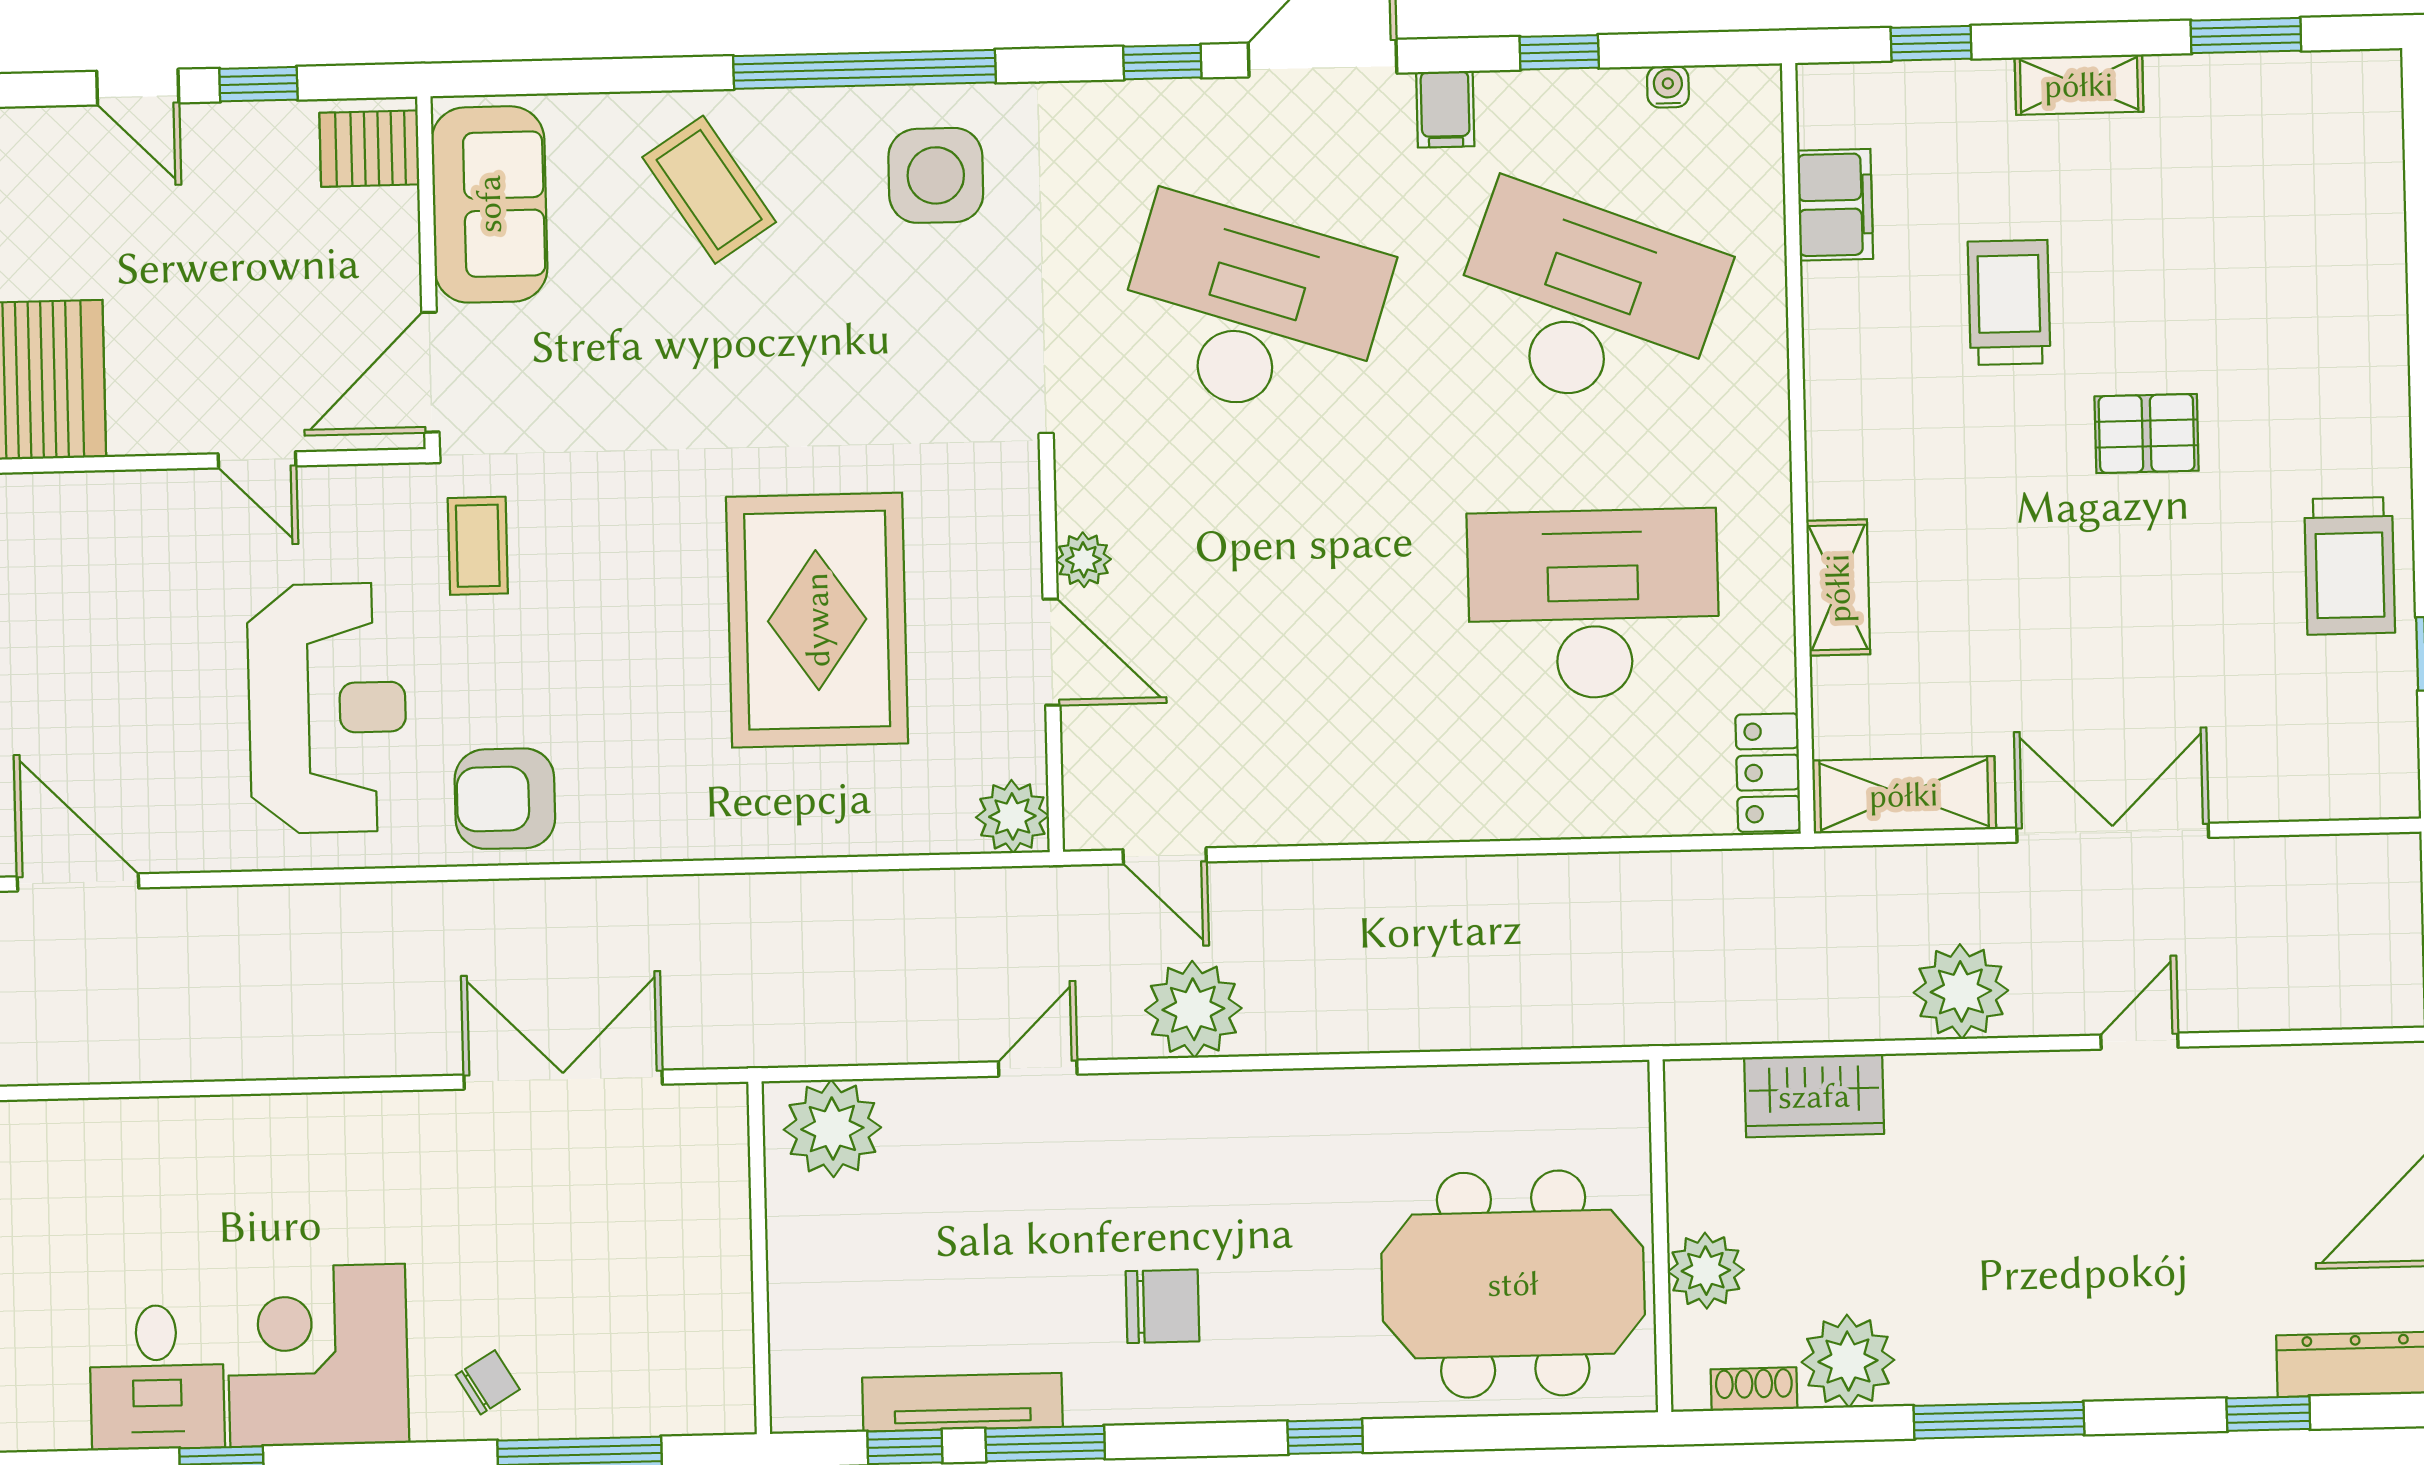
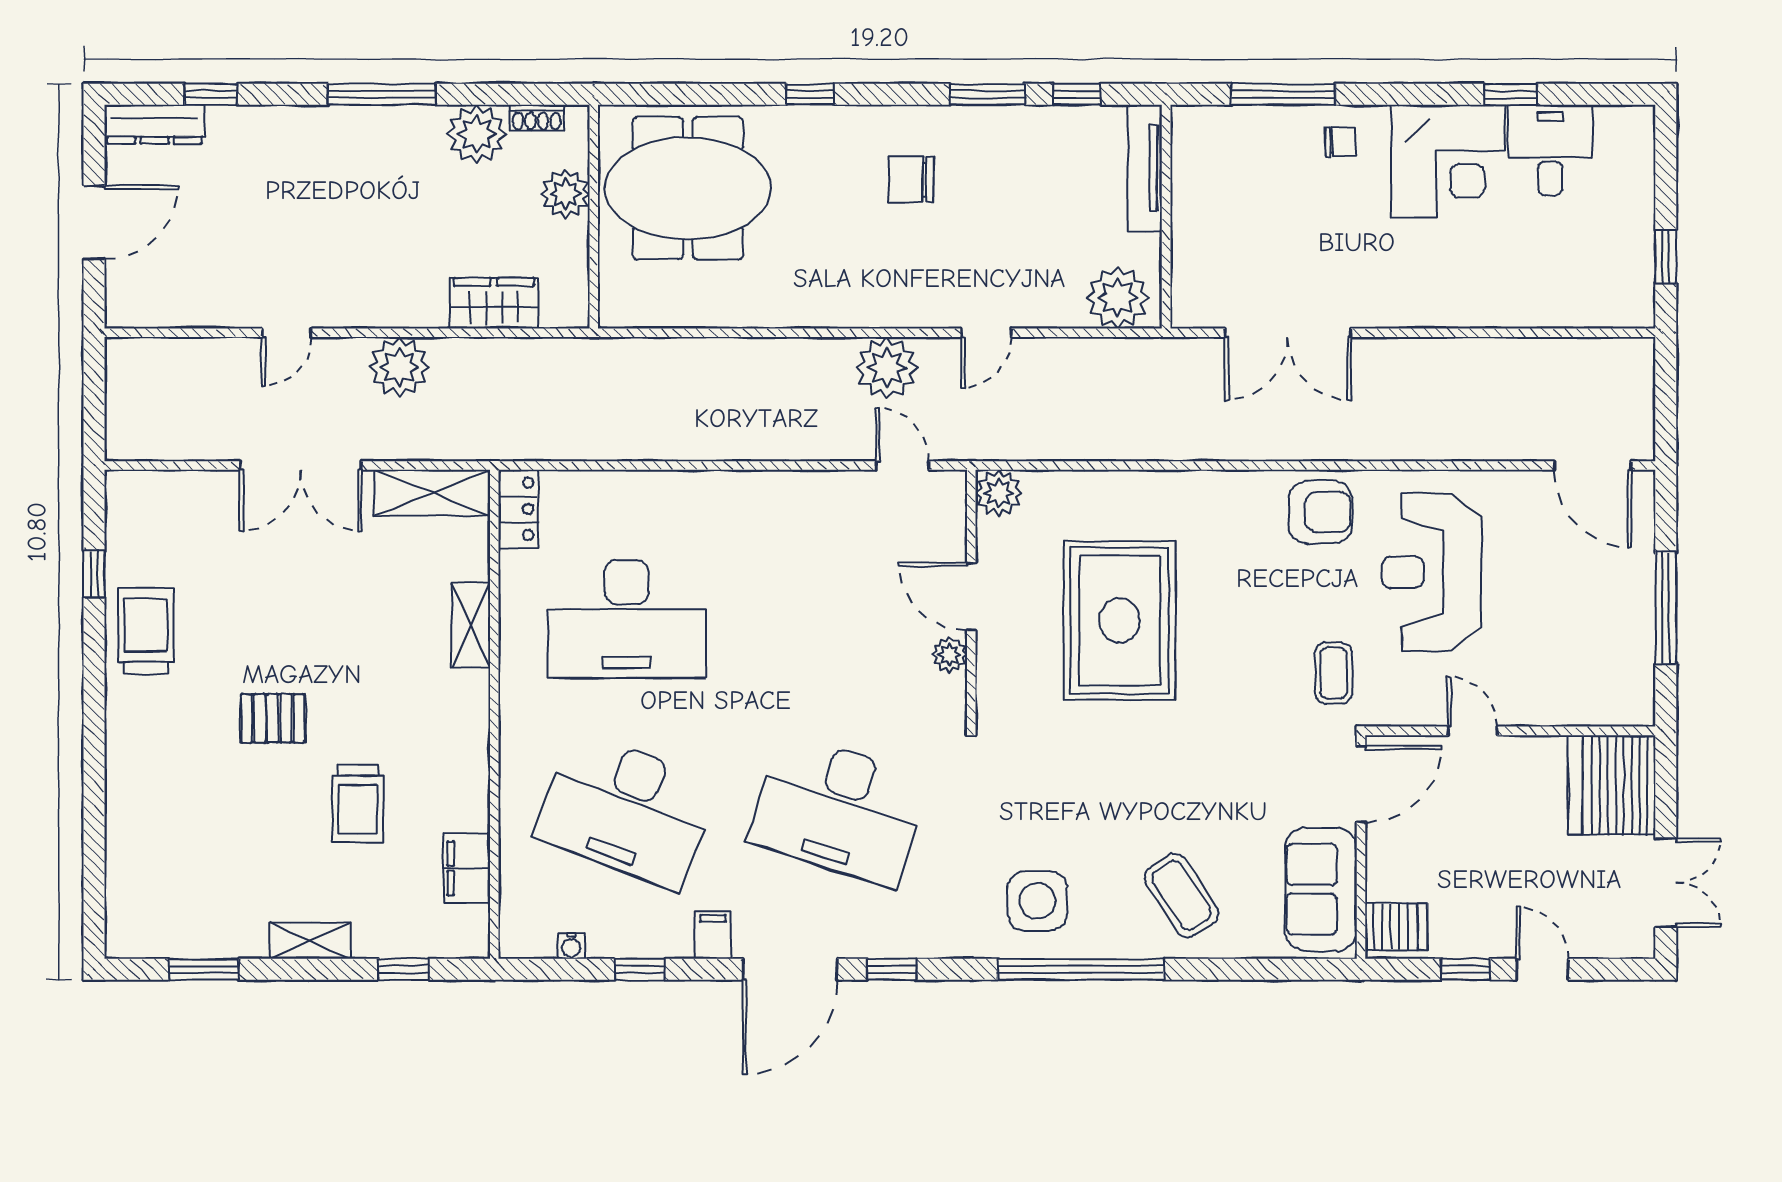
chair: (488, 1382) -> (1340, 142), turned -150
tv unit: (962, 1402) -> (1145, 168), moved, turned 90

